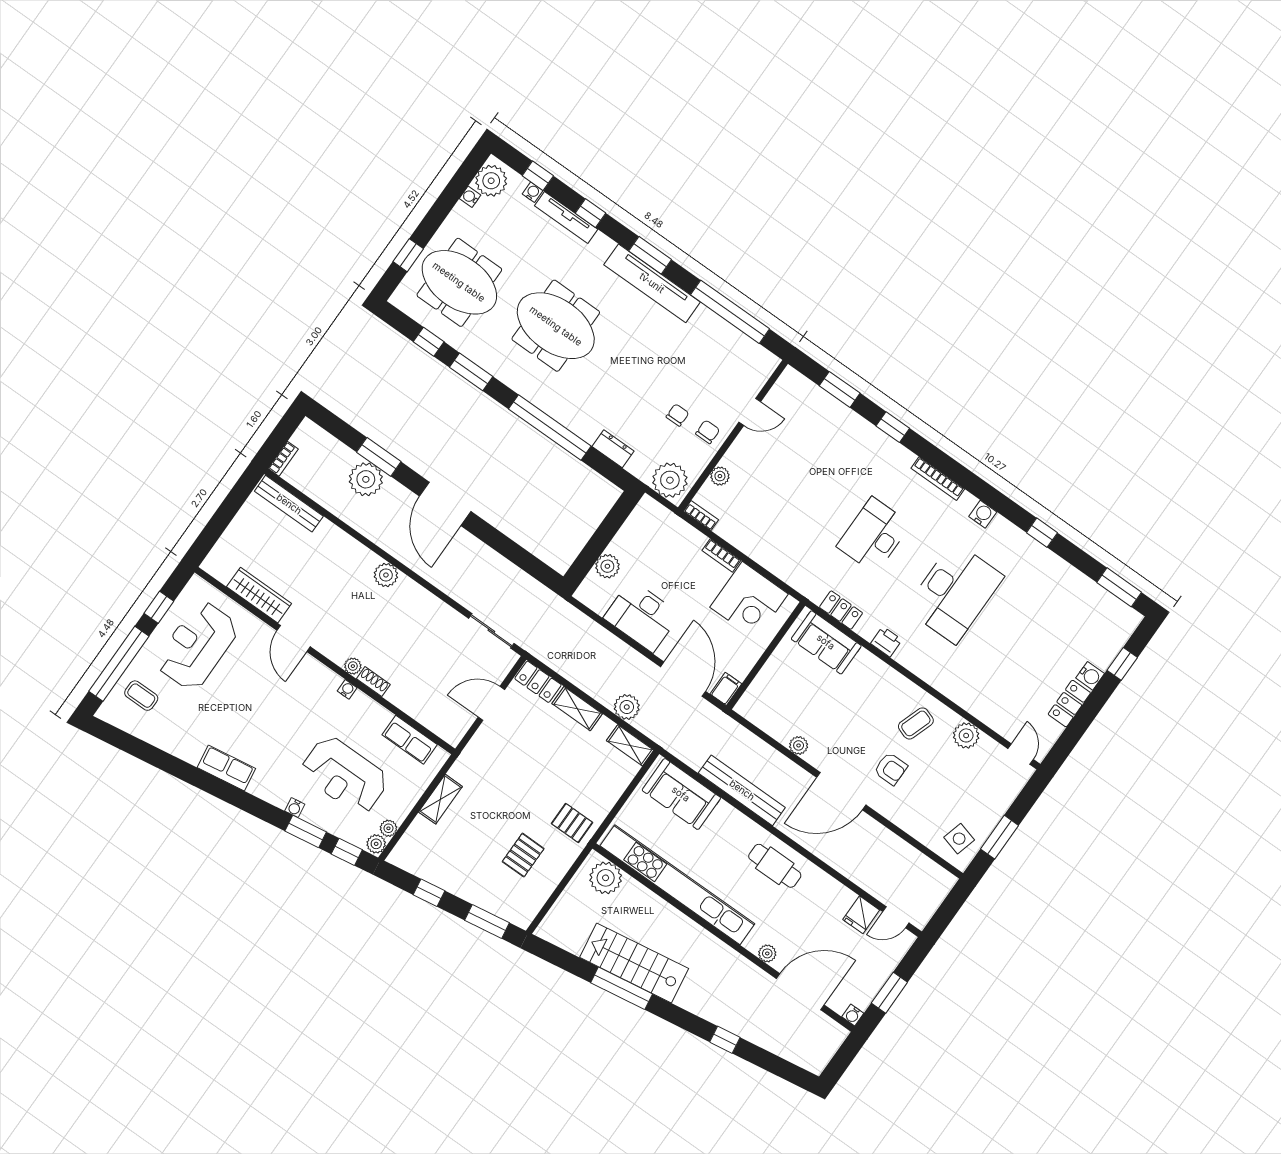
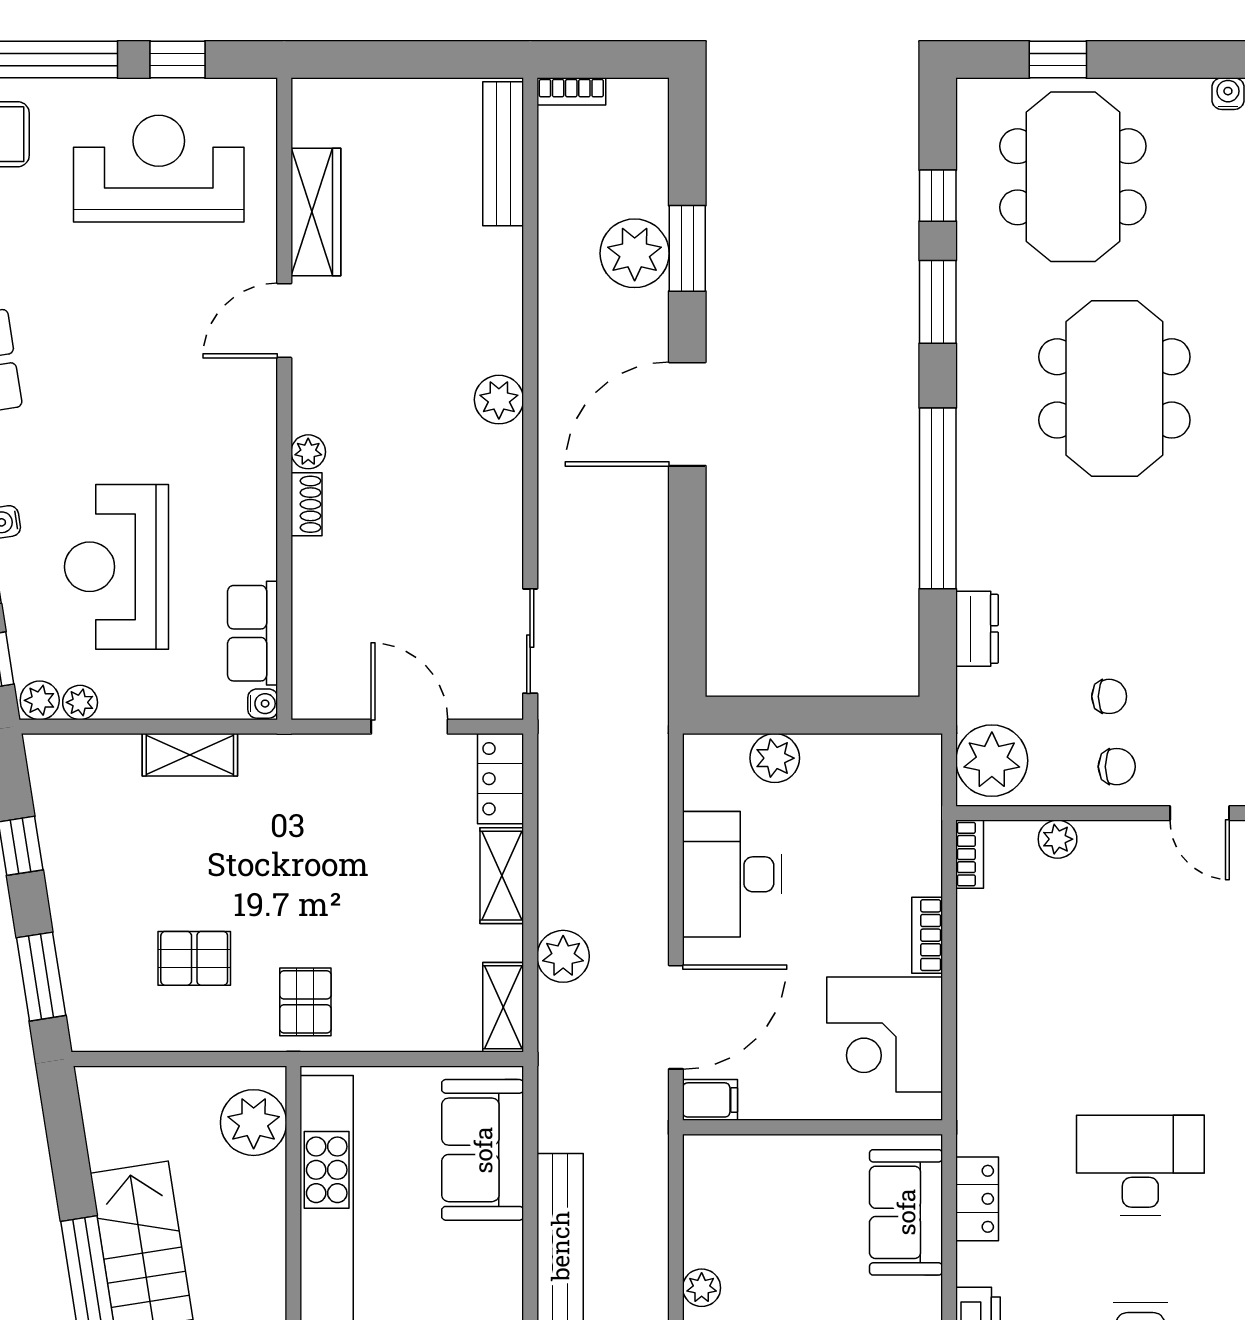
water cooler: (347, 689) -> (263, 704), moved

